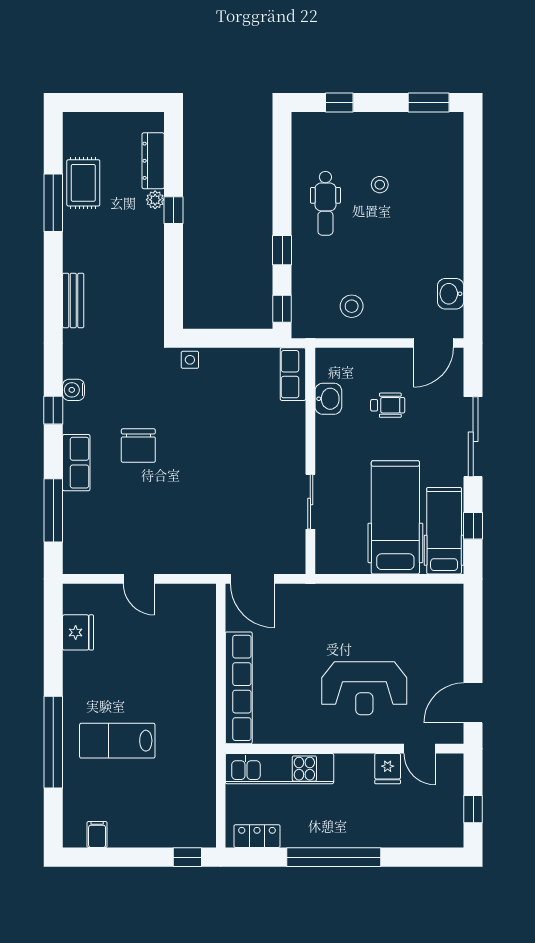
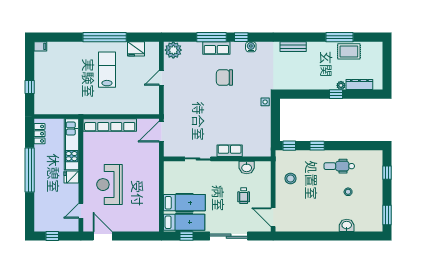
washbasin: (451, 294) -> (347, 225), moved
row of seats: (293, 374) -> (230, 151), moved
window: (53, 510) -> (211, 37), moved
hospital bed: (395, 517) -> (184, 203), width x0.73, depth x0.78
plant: (80, 554) -> (173, 50), added
lab bench: (117, 741) -> (107, 70), moved
window: (53, 742) -> (105, 37), moved
fridge: (388, 769) -> (71, 177), moved
filing cabinet: (97, 835) -> (40, 46), moved
window: (187, 857) -> (30, 87), moved

